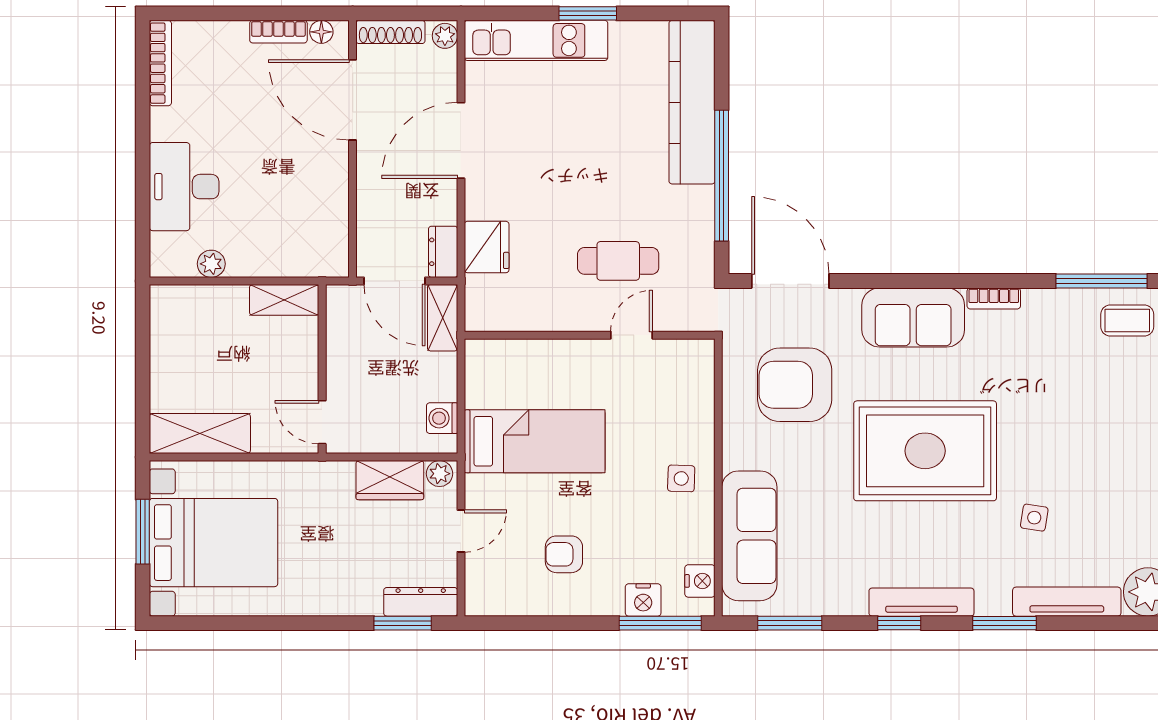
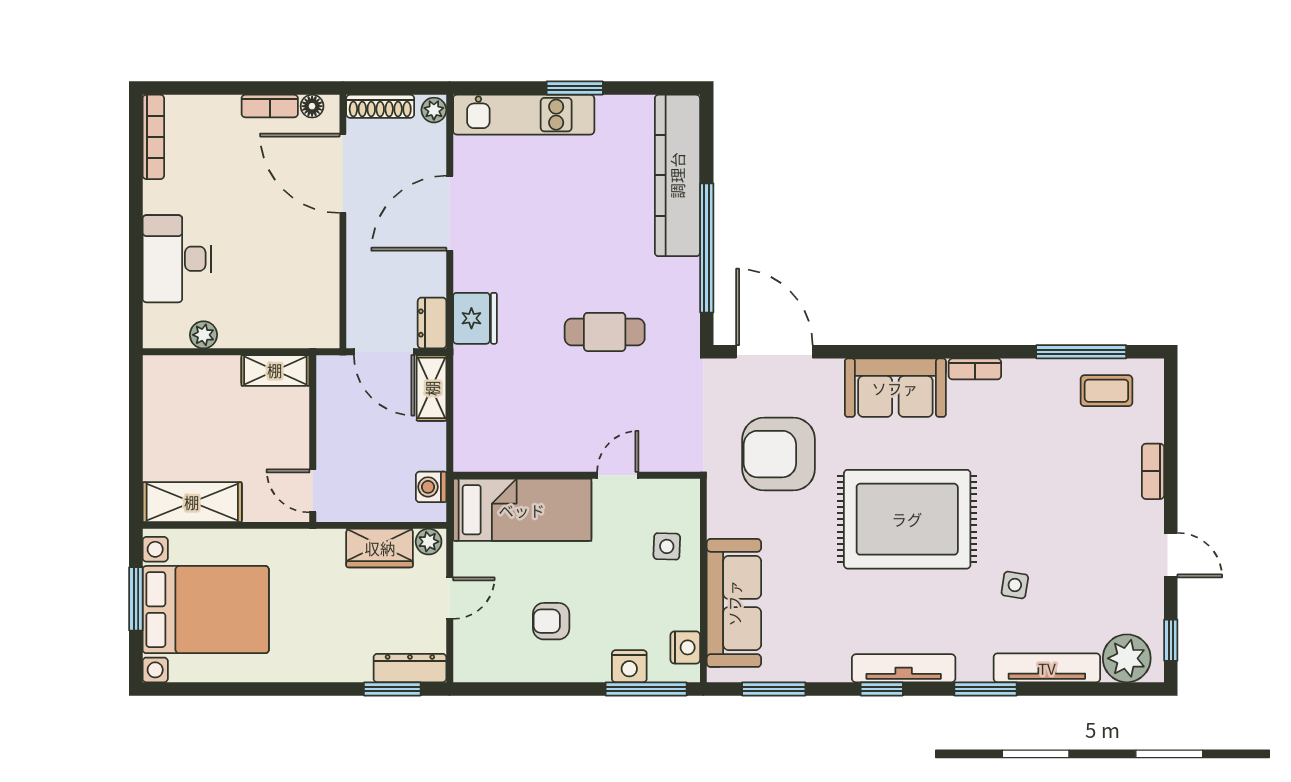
wall: (590, 335) -> (577, 475), moved
door: (632, 335) -> (618, 475), moved

